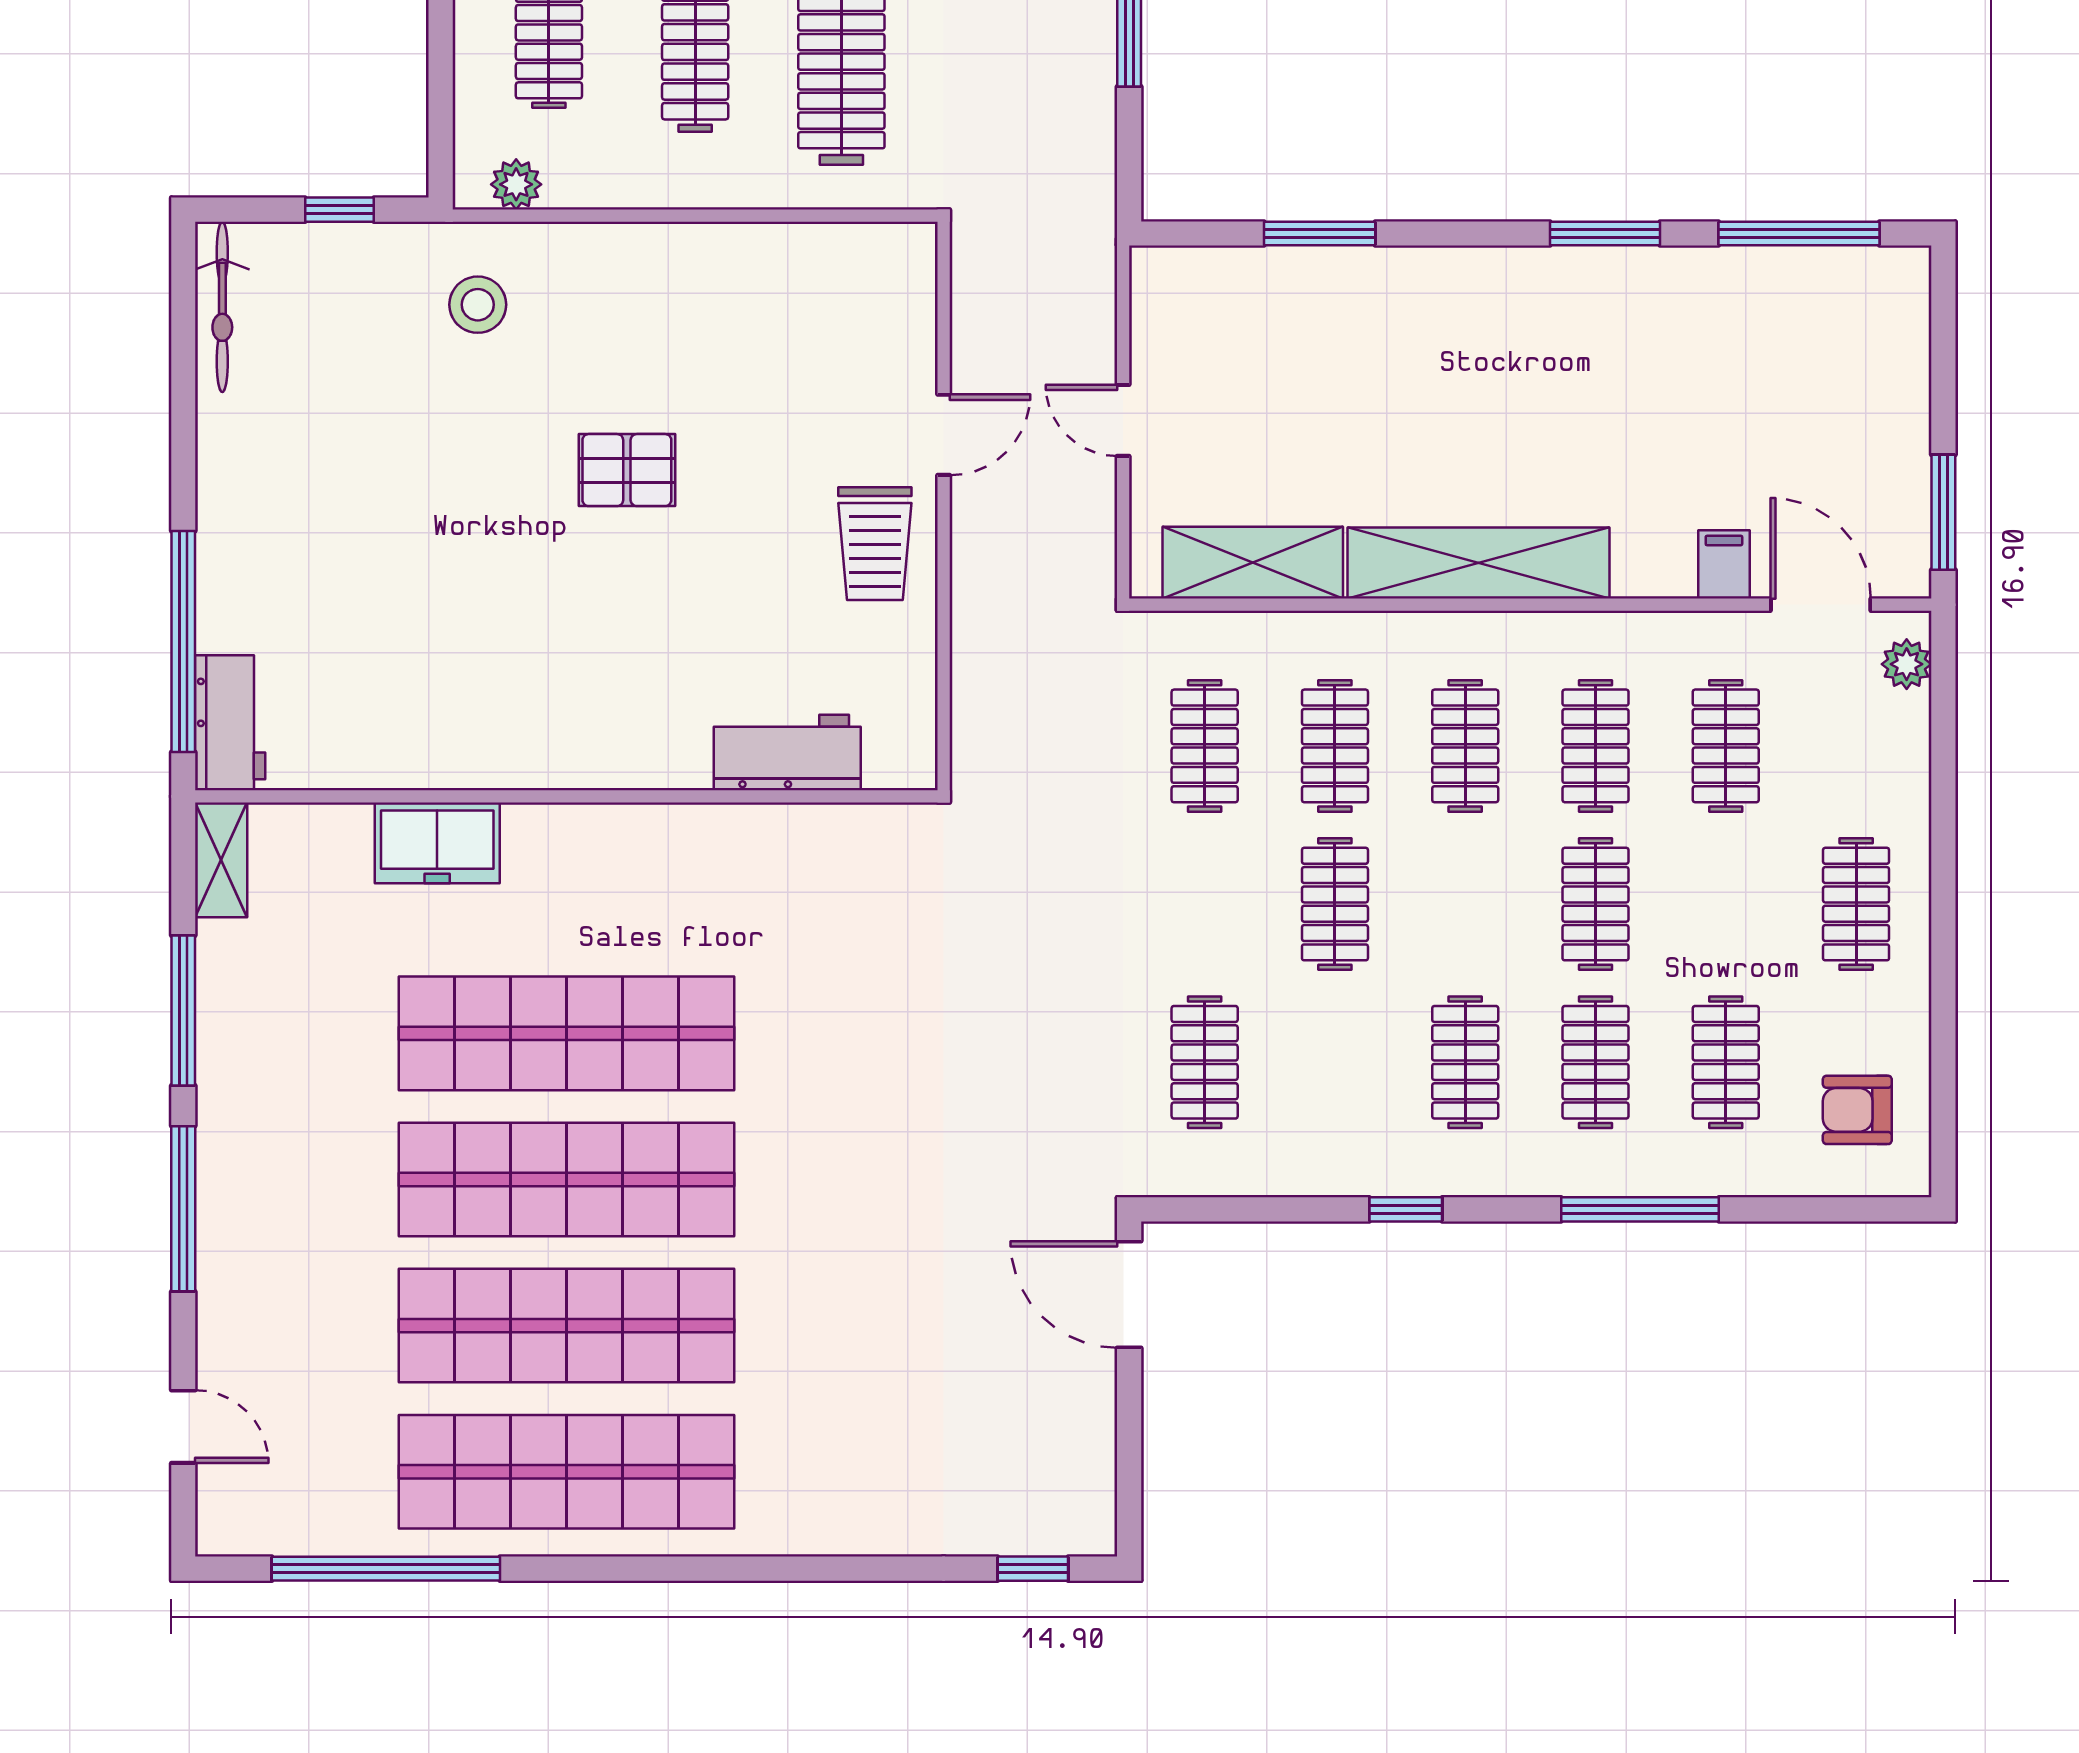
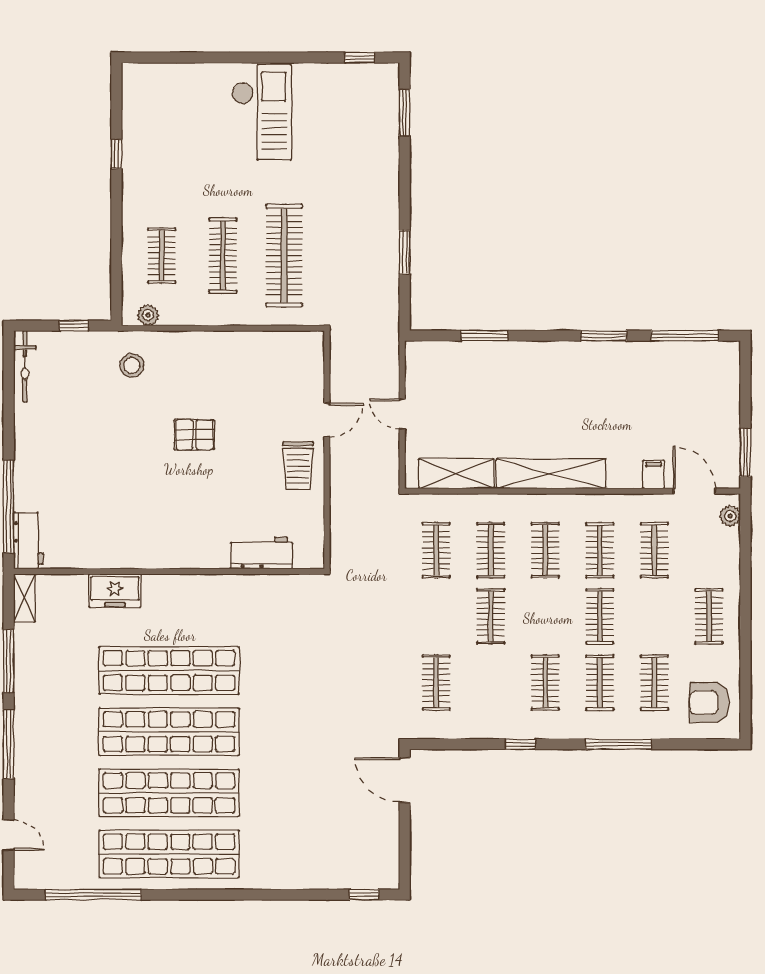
armchair: (1857, 1110) -> (709, 703), width x1.38, depth x1.38

